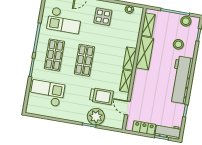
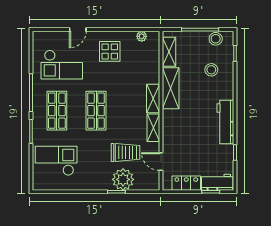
workbench: (181, 80) -> (225, 122), width x0.73, depth x0.76

